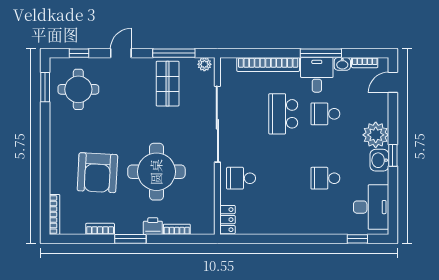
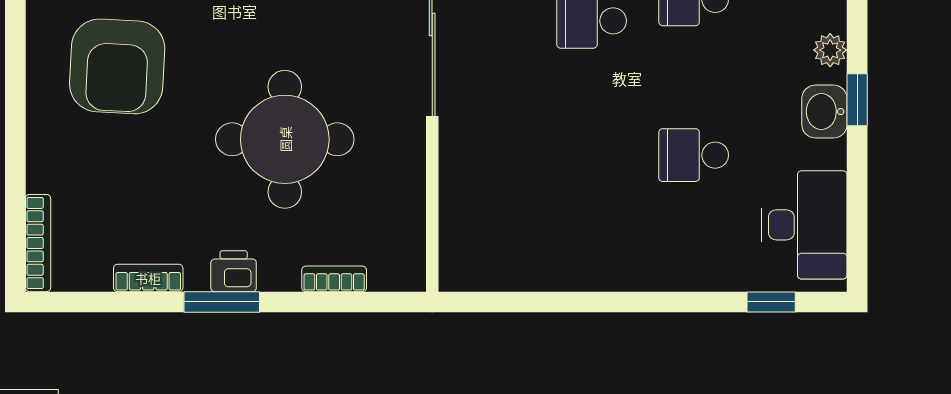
plant: (376, 135) -> (830, 50), width x0.53, depth x0.53
armchair: (97, 173) -> (117, 66), moved
school desk: (241, 178) -> (489, 155), removed
locker: (227, 220) -> (457, 255), removed
printer: (153, 226) -> (234, 271), moved

